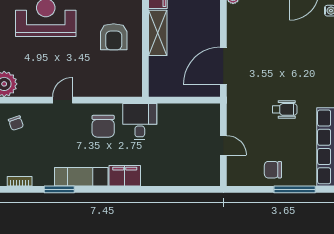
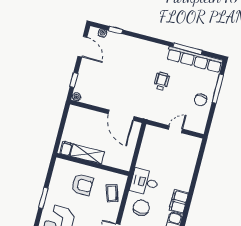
coffee table: (113, 81) -> (112, 193), added
chair: (103, 126) -> (141, 208), turned -90

